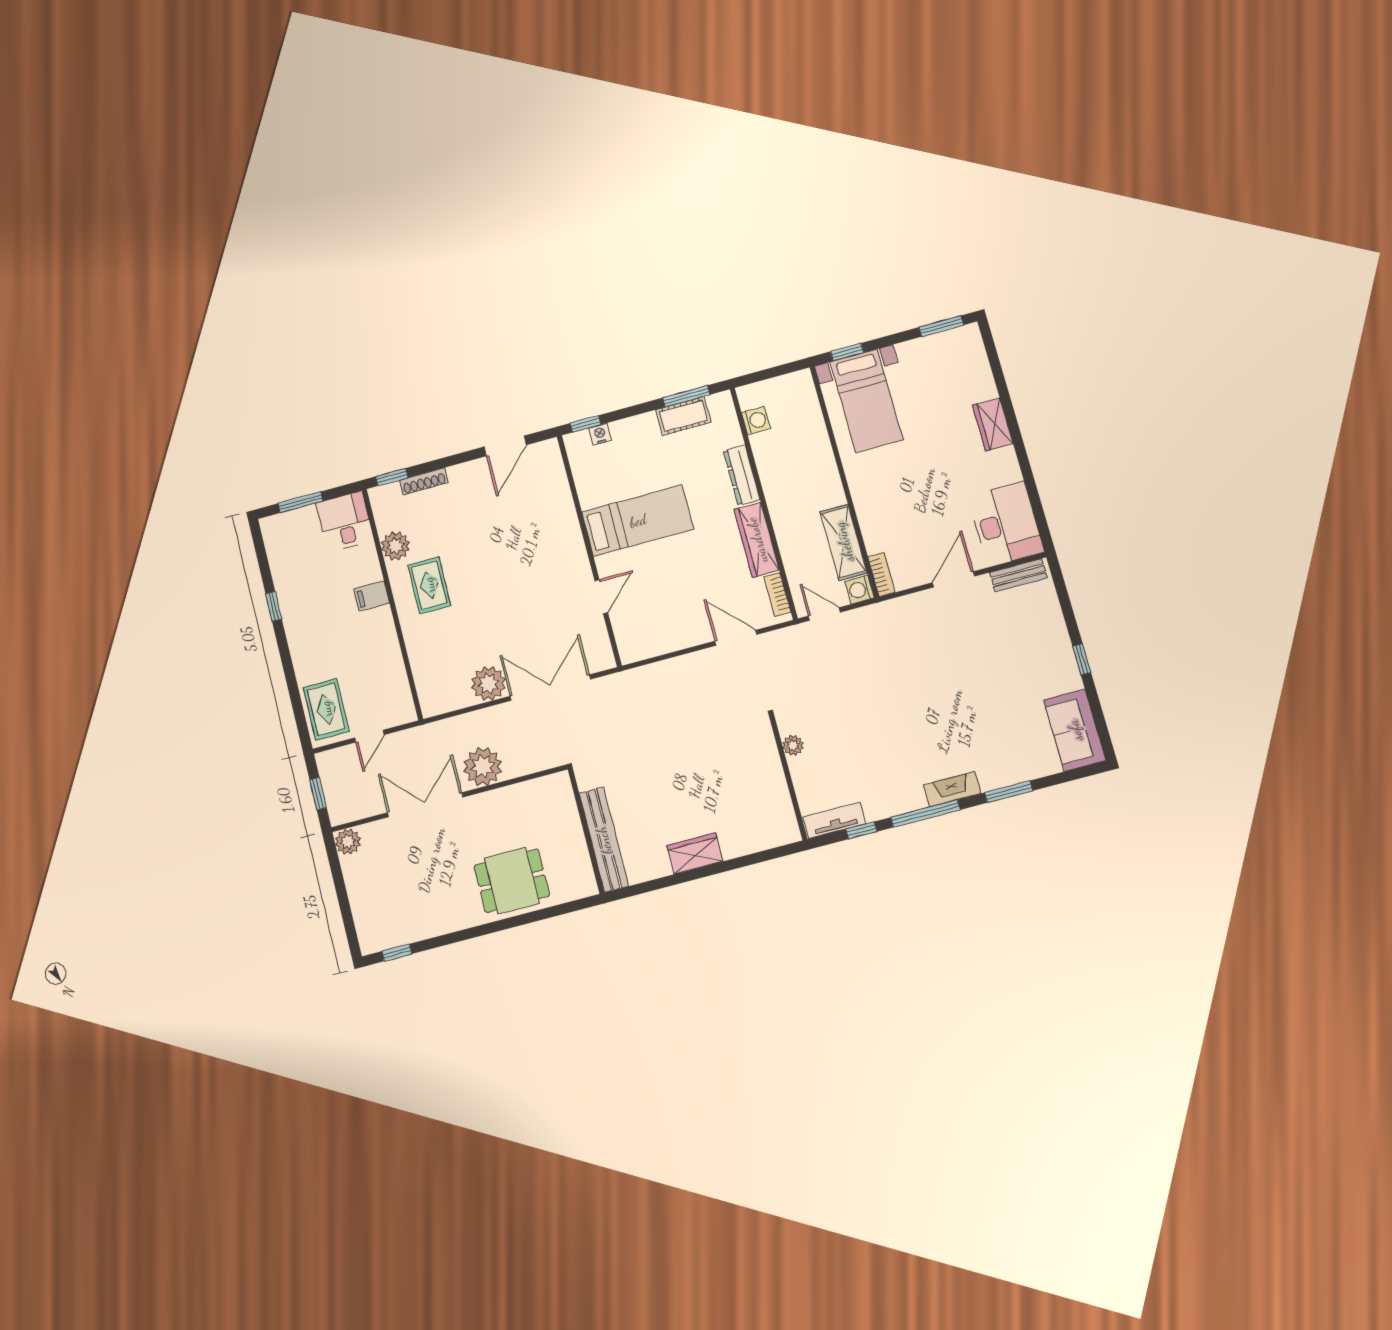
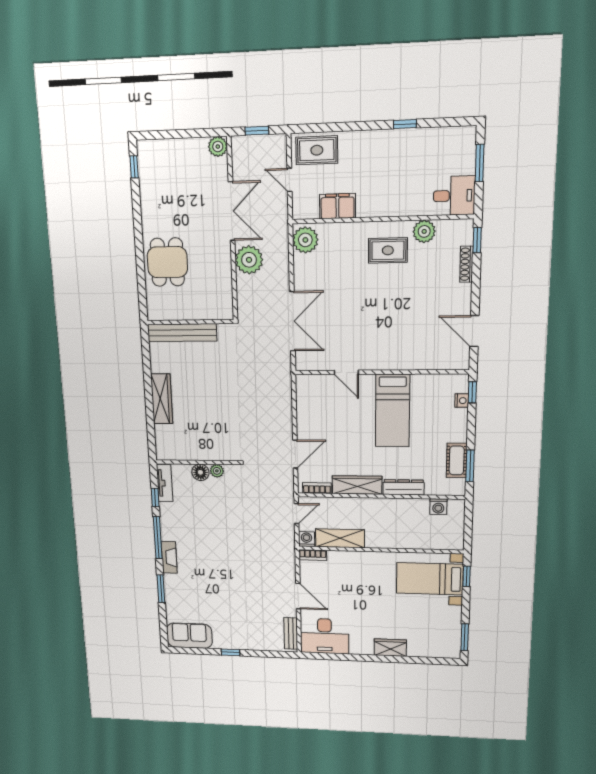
filing cabinet: (372, 596) -> (337, 206), moved, width x2.00
plant: (488, 683) -> (305, 240), moved
floor lamp: (802, 769) -> (200, 472), added
wardrobe: (695, 853) -> (162, 399), width x1.50

